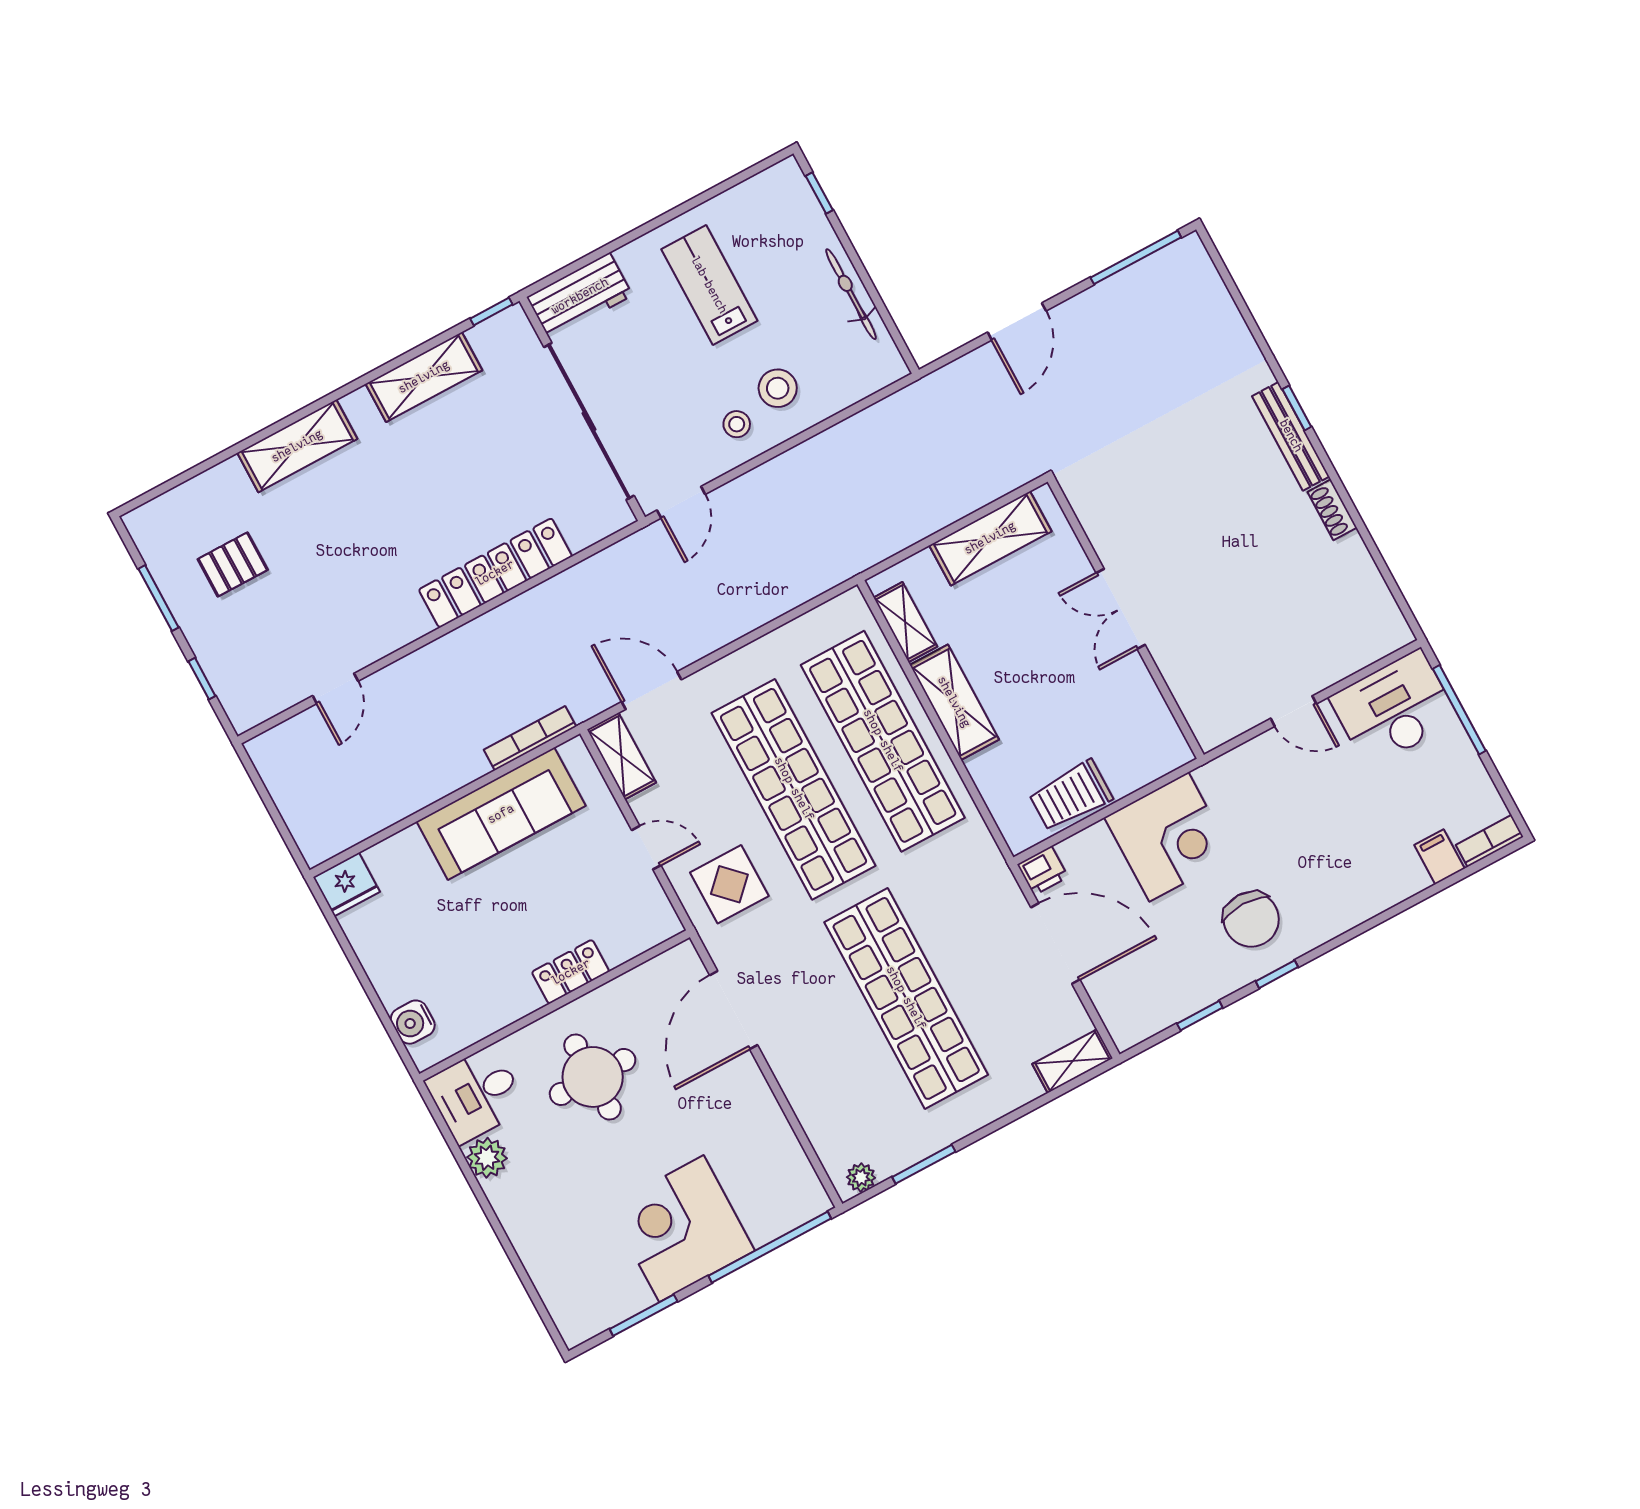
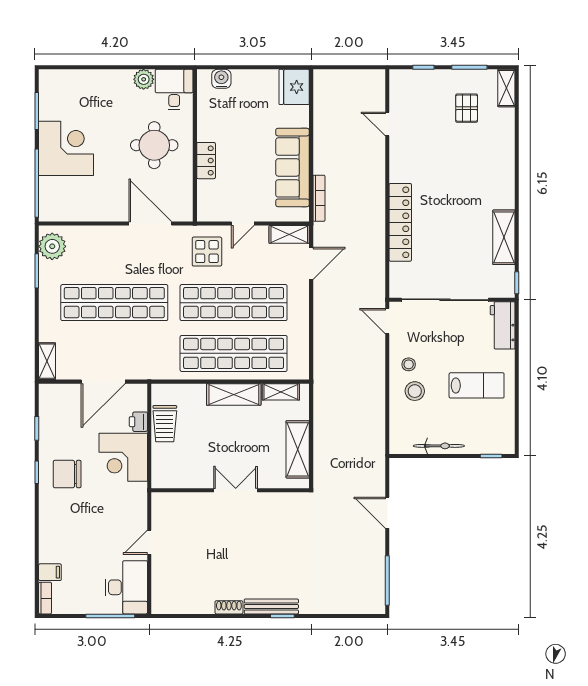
shelving: (297, 446) -> (506, 88), moved, width x0.67, depth x0.75
trolley: (1071, 796) -> (165, 424), turned 180
printer: (1043, 871) -> (138, 422), moved
fridge: (347, 884) -> (294, 87), width x1.36, depth x1.34
plant: (861, 1177) -> (52, 246), width x1.88, depth x1.88

